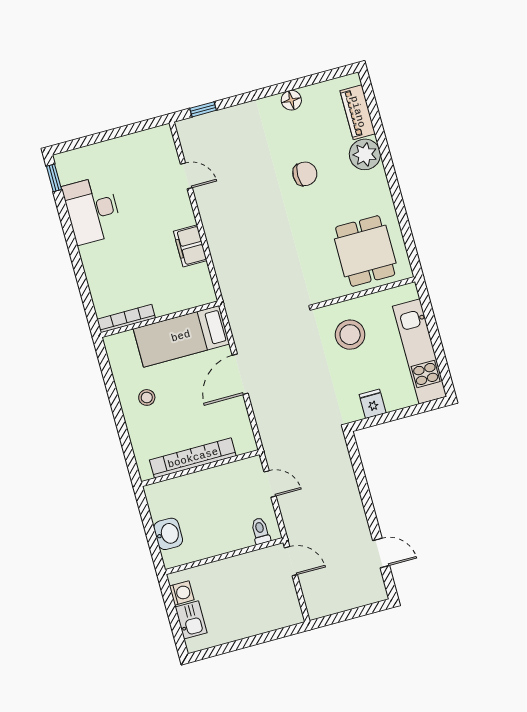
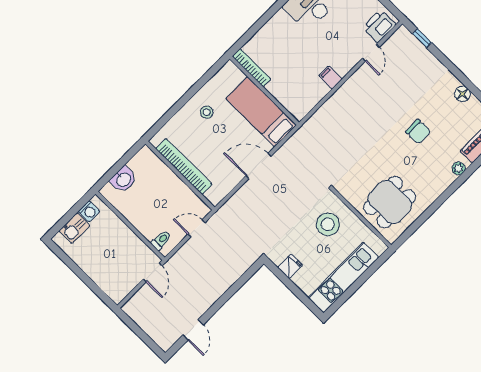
printer: (162, 149) -> (379, 26), added
plant: (365, 154) -> (458, 168), width x0.53, depth x0.53
filing cabinet: (190, 246) -> (330, 77), width x0.50
door: (270, 484) -> (196, 228), swing flipped

